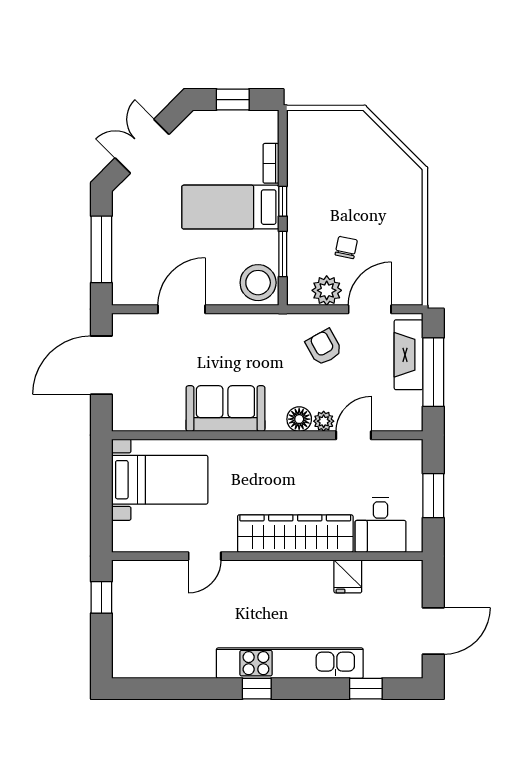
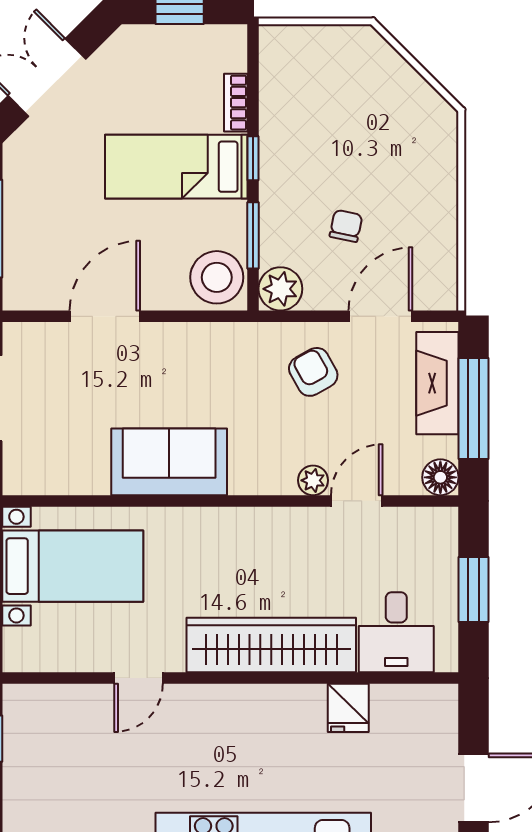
plant: (327, 290) -> (280, 289), moved
floor lamp: (299, 419) -> (440, 477), moved

